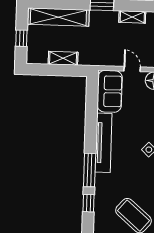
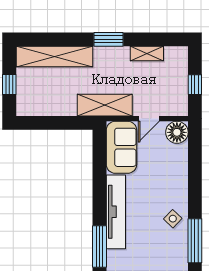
shelving: (63, 58) -> (105, 105), moved, width x1.50, depth x1.33
door: (132, 69) -> (149, 119), swing flipped

